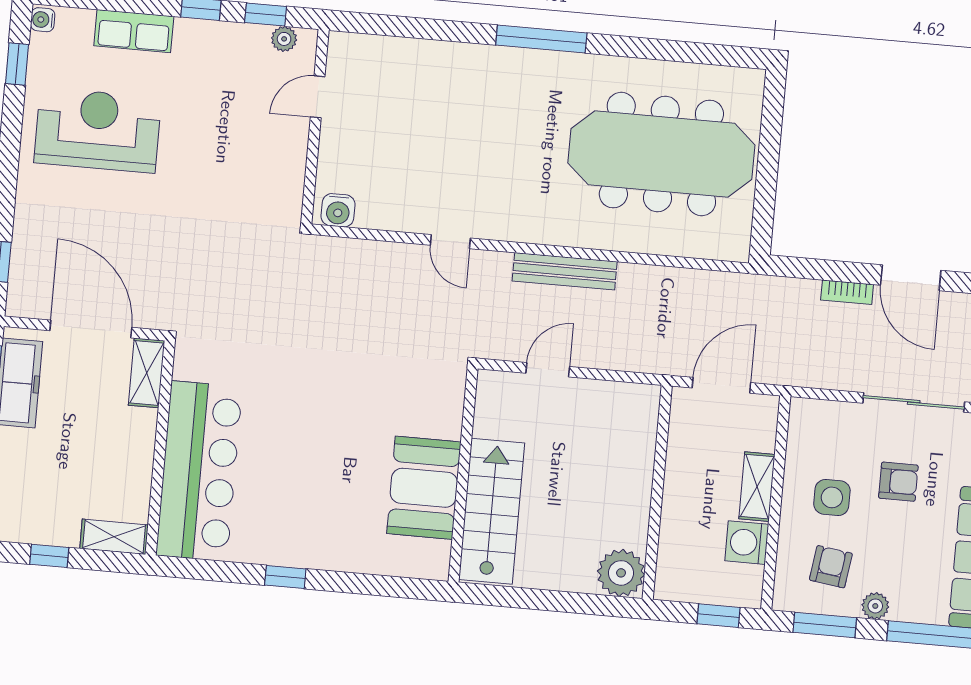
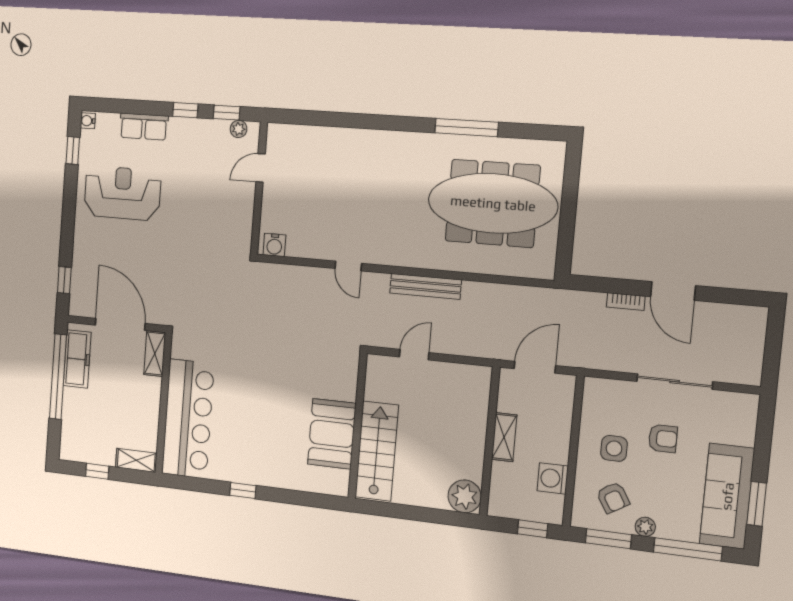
window: (541, 39) -> (467, 128), moved
shelving: (757, 487) -> (504, 437), moved
armchair: (831, 567) -> (613, 498), turned 141

